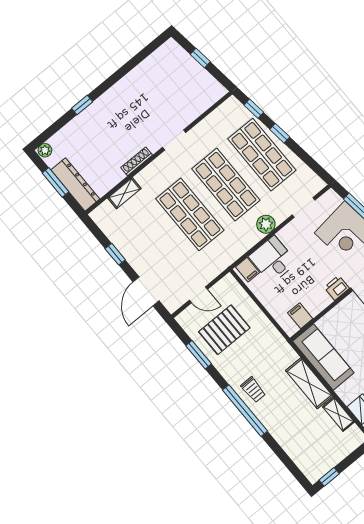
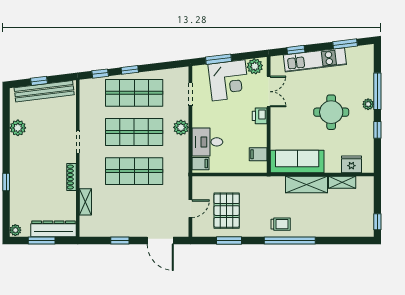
bench: (195, 71) -> (44, 91), added
plant: (141, 74) -> (18, 128), added

